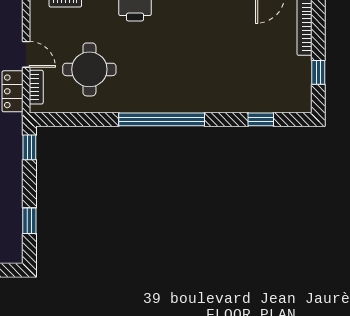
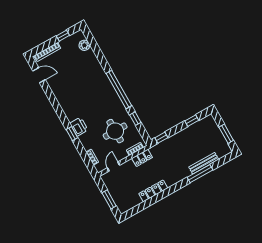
door: (26, 54) -> (114, 166), moved
plant: (278, 102) -> (84, 45), added
window: (261, 119) -> (135, 119), moved

